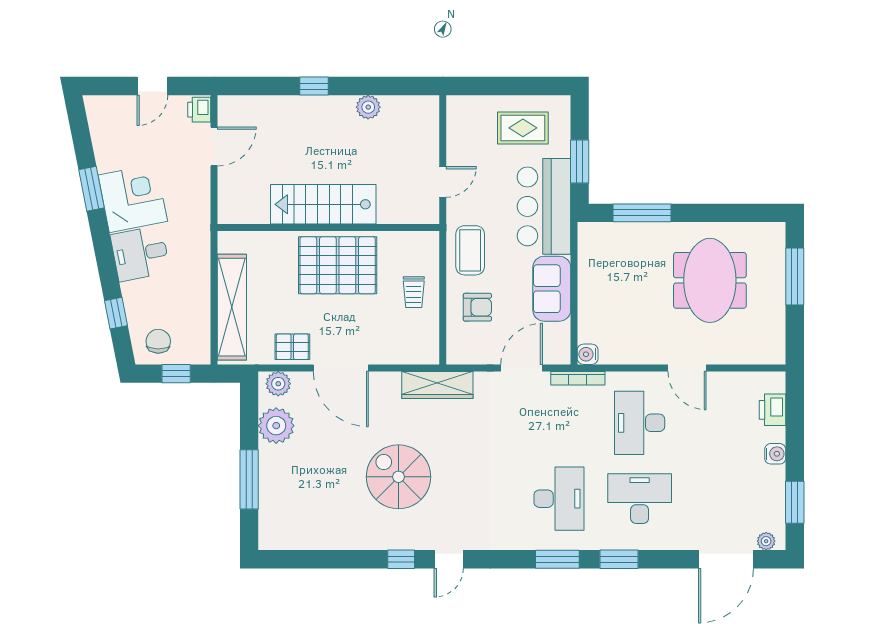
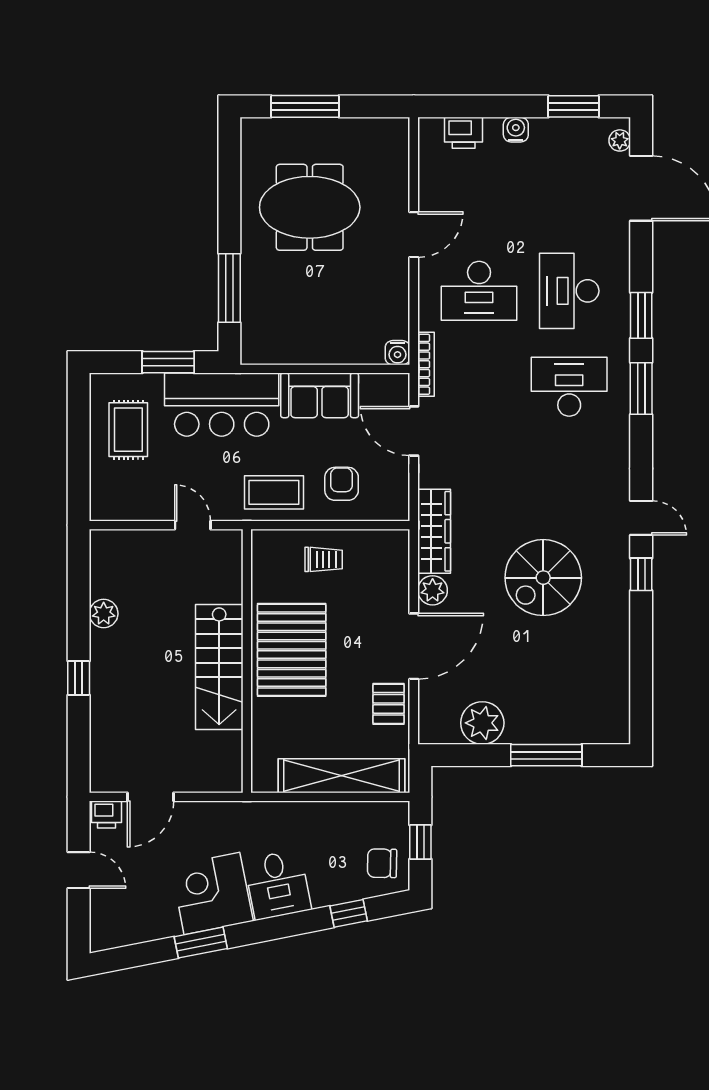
door: (214, 147) -> (150, 797), swing flipped
plant: (278, 384) -> (433, 590), moved

